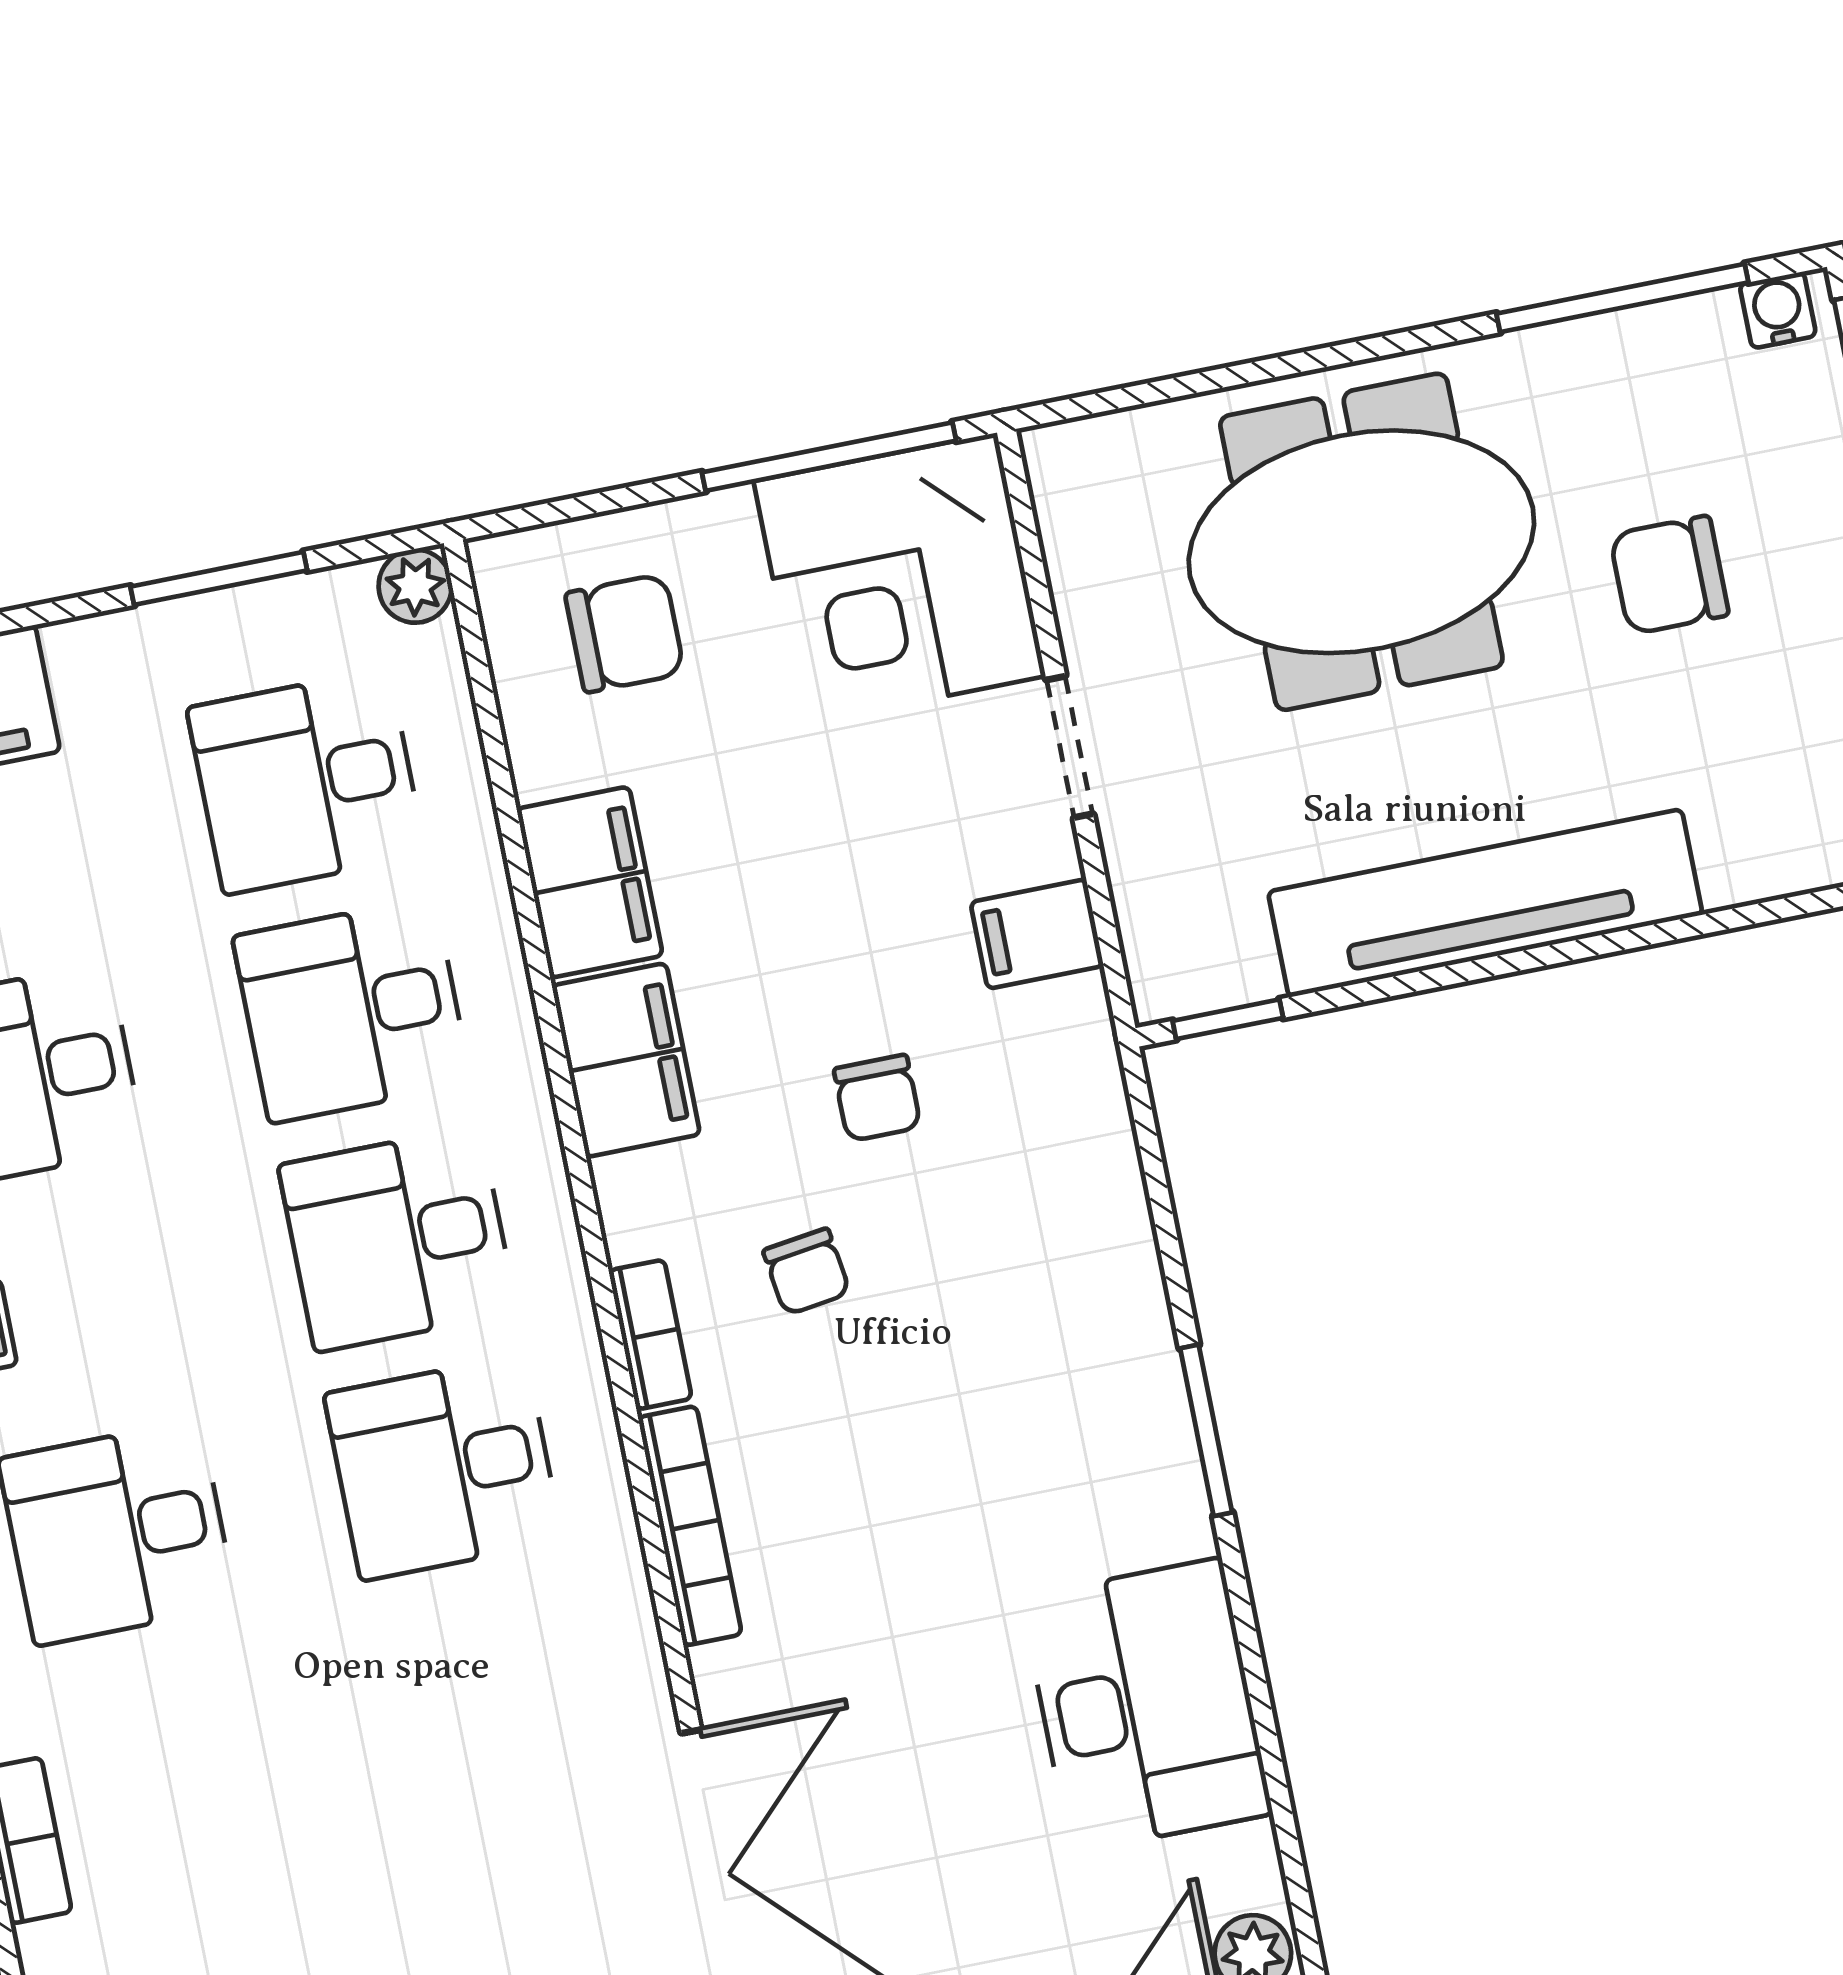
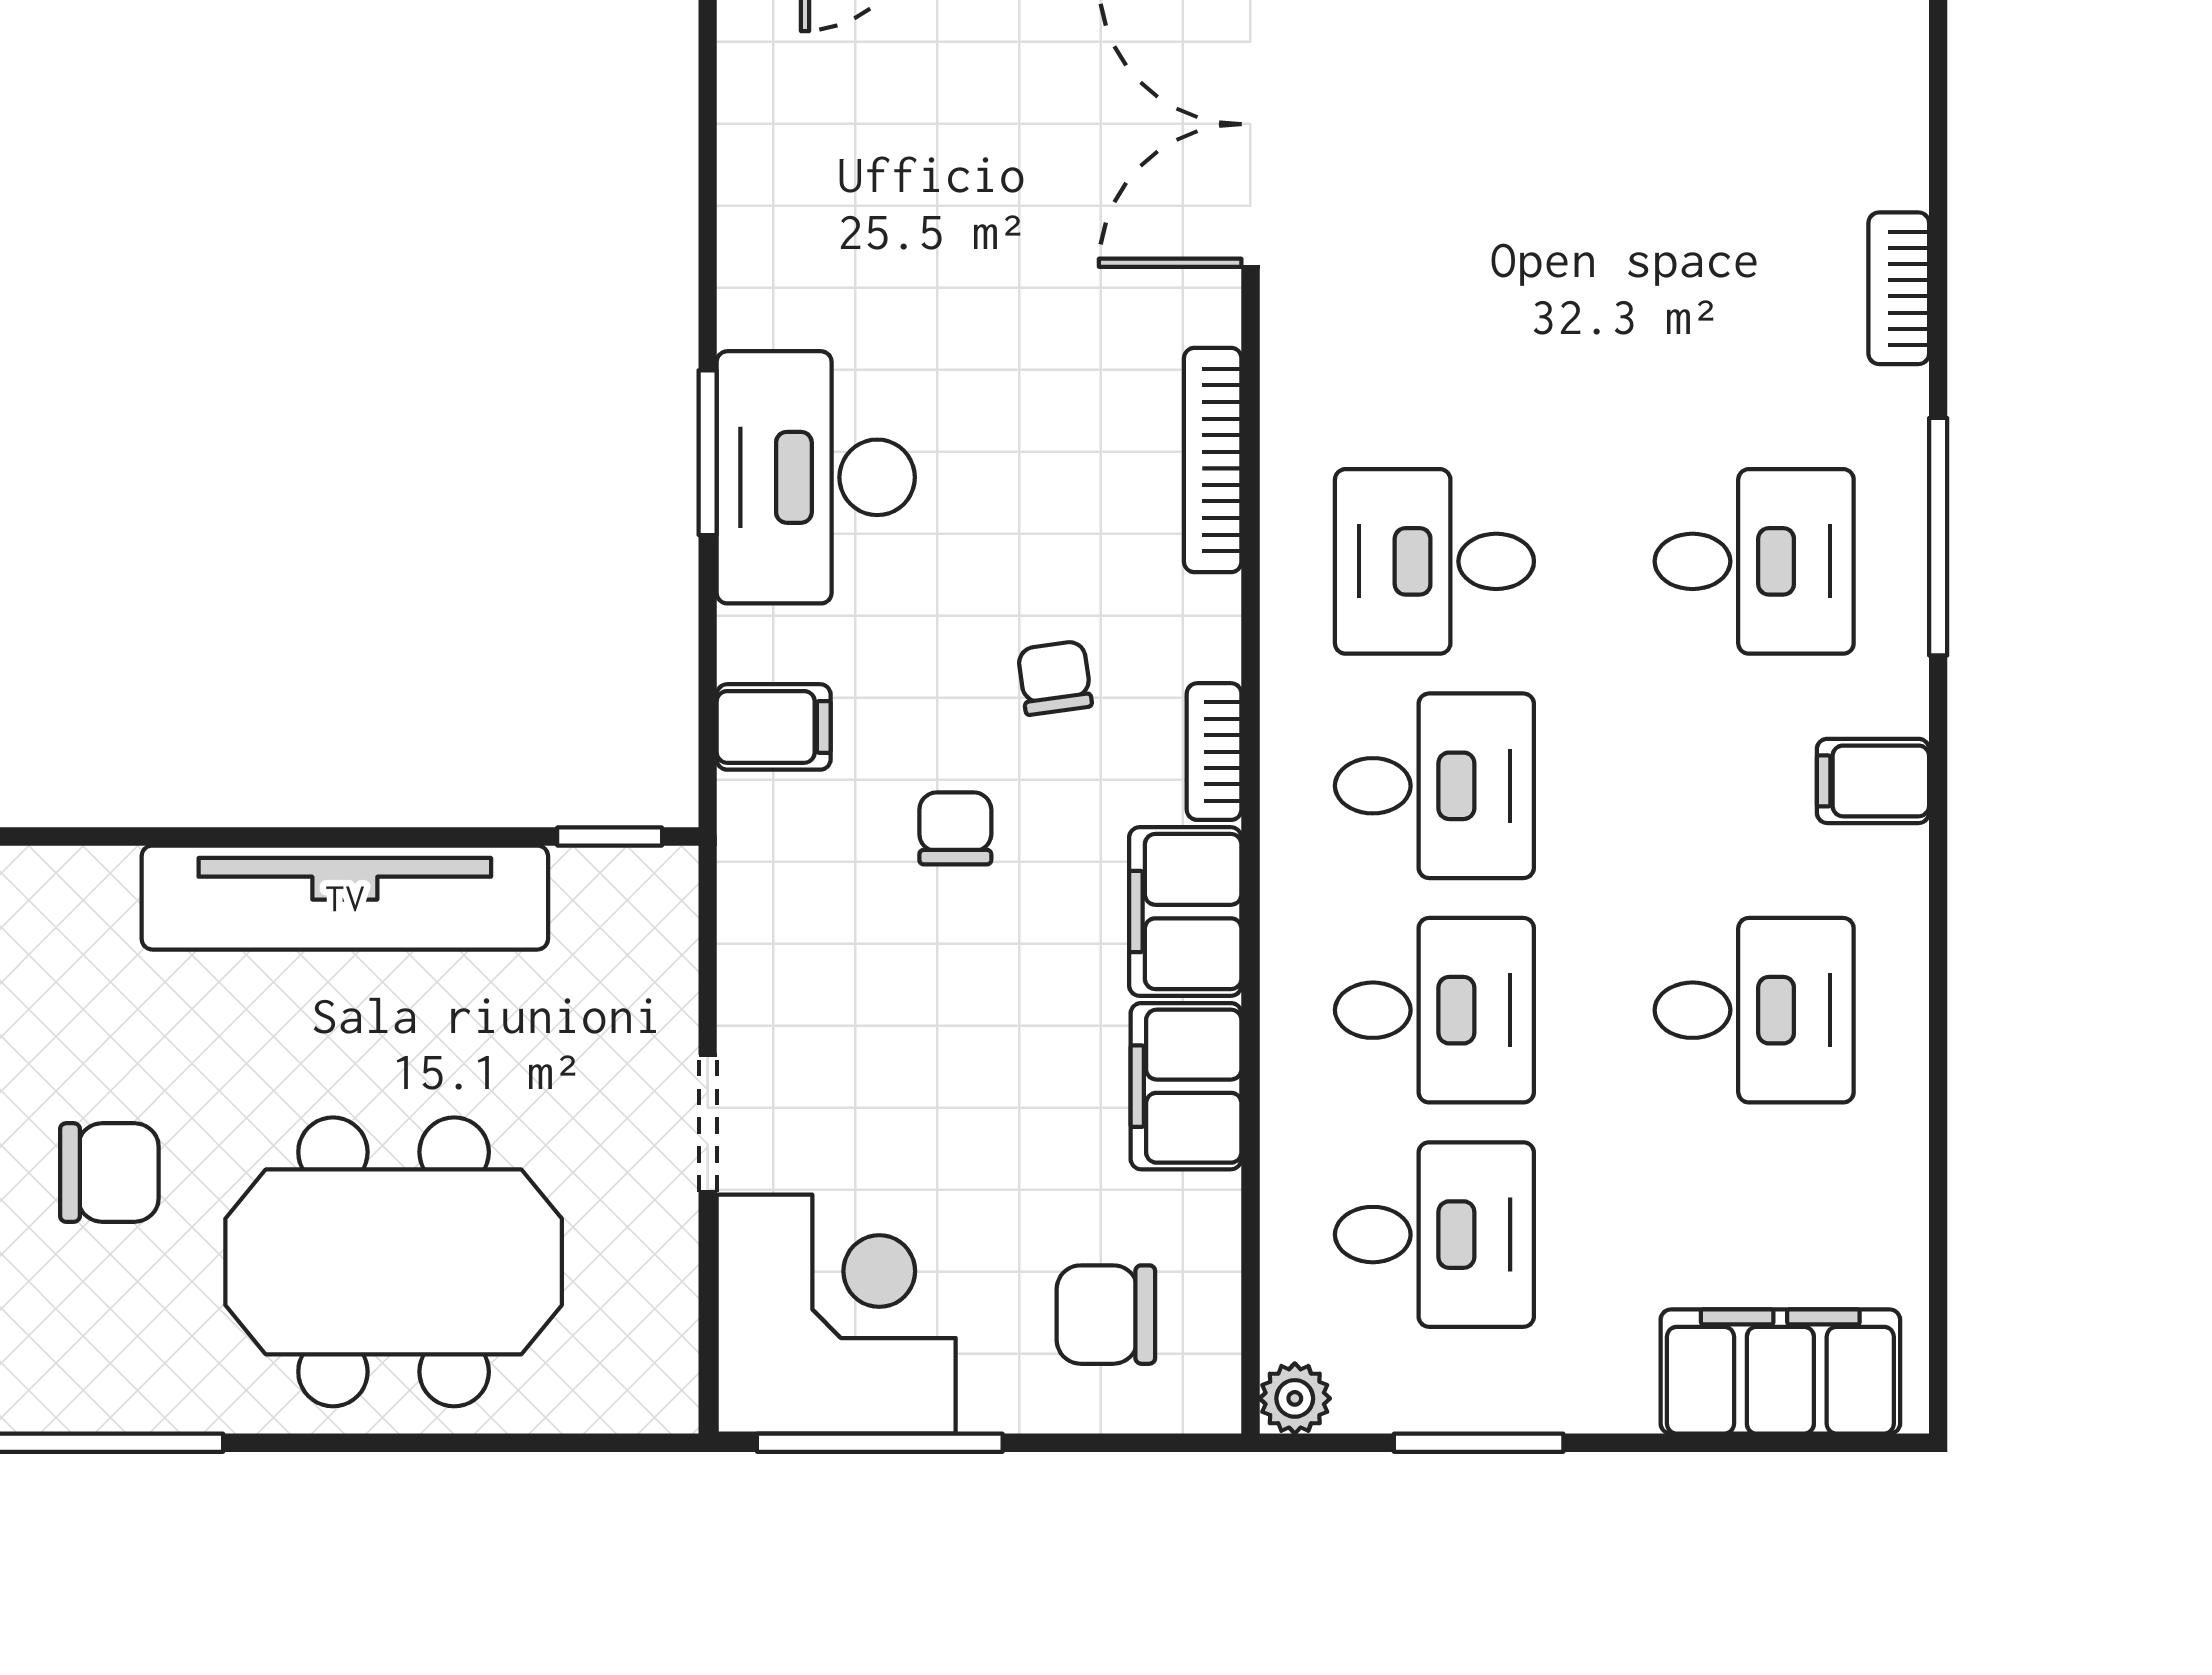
filing cabinet: (1037, 934) -> (774, 727), moved
bookcase: (650, 1335) -> (1214, 752), moved
desk: (443, 1468) -> (1434, 561), turned 180
desk: (1147, 1705) -> (816, 477), moved

